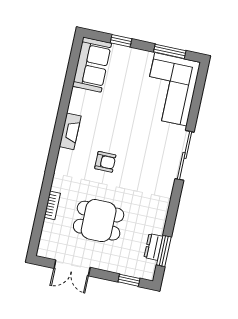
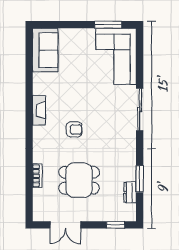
window: (121, 41) -> (65, 25), removed
window: (164, 251) -> (140, 179), moved

